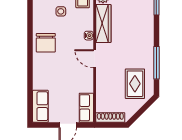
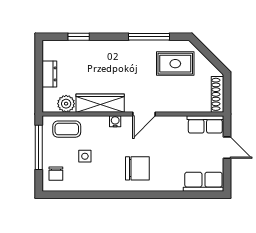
chair: (46, 43) -> (137, 168), moved

